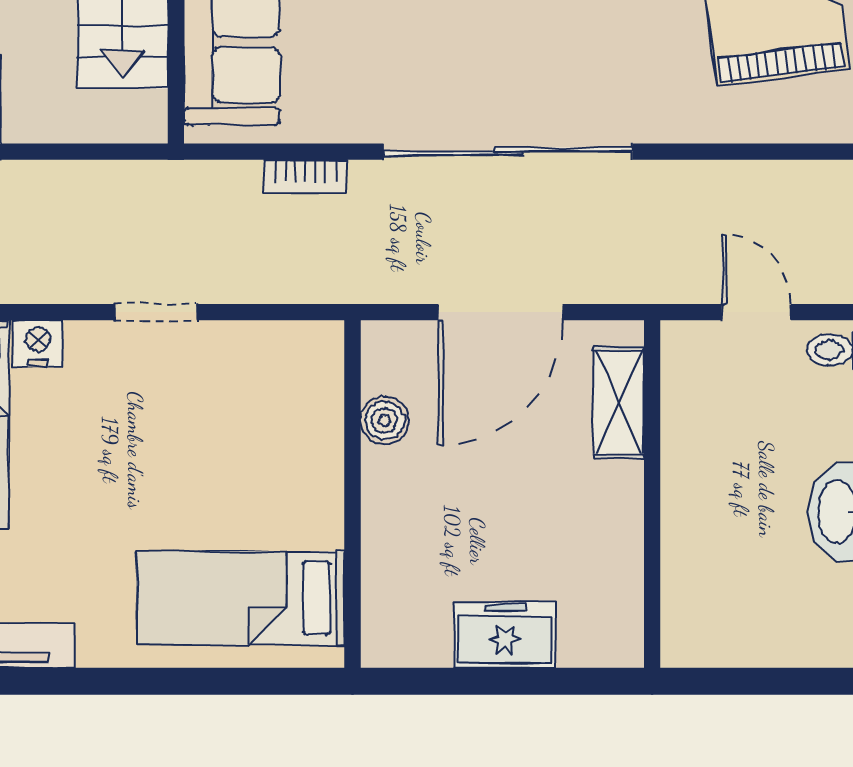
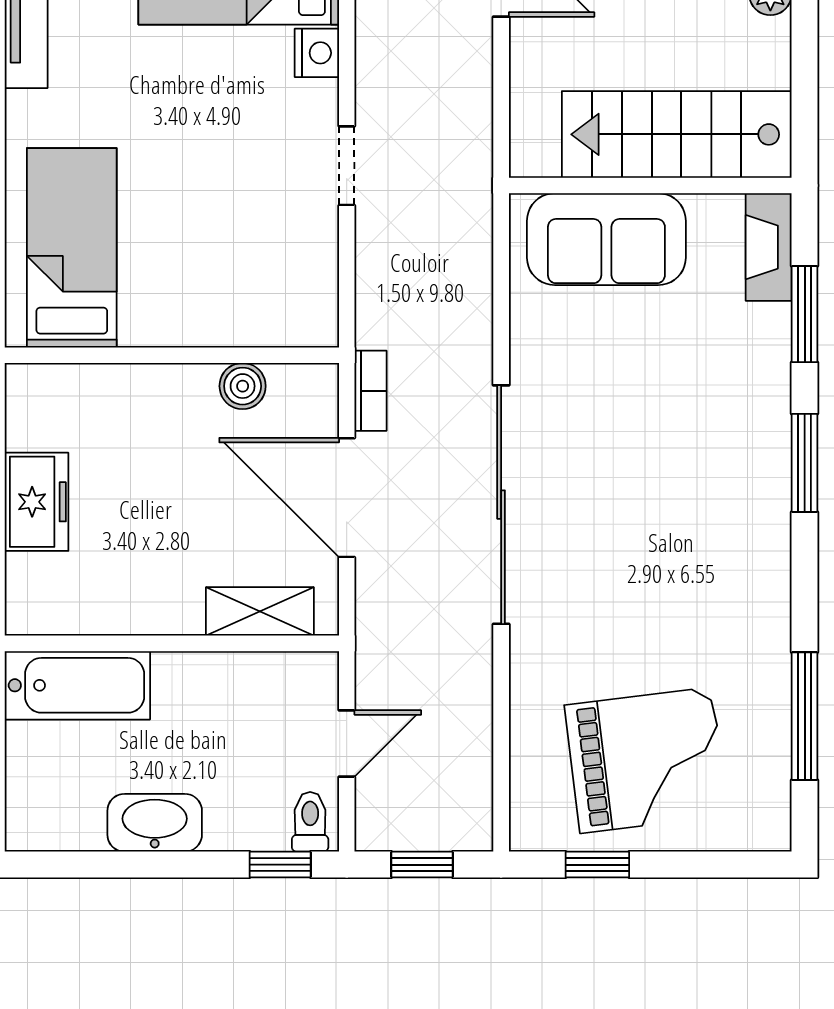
bookcase: (305, 176) -> (371, 391), moved, turned 180
bathtub: (696, 592) -> (77, 685), added

